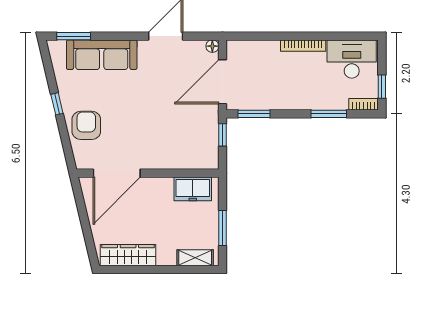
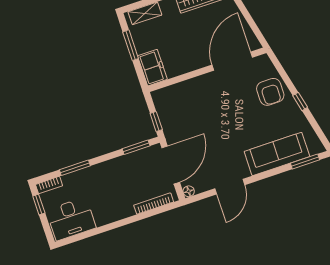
bookcase: (303, 46) -> (154, 204), moved
freezer: (193, 189) -> (152, 68), moved, turned 90

